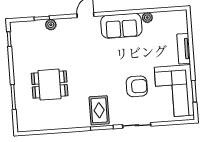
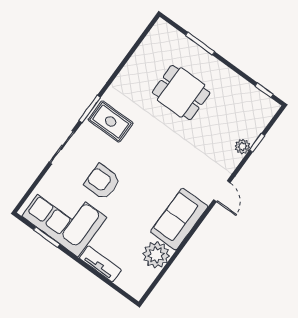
plant: (147, 18) -> (156, 255), width x1.88, depth x1.88
dining table: (50, 85) -> (181, 92), turned 90
armchair: (137, 86) -> (102, 182), turned 90

